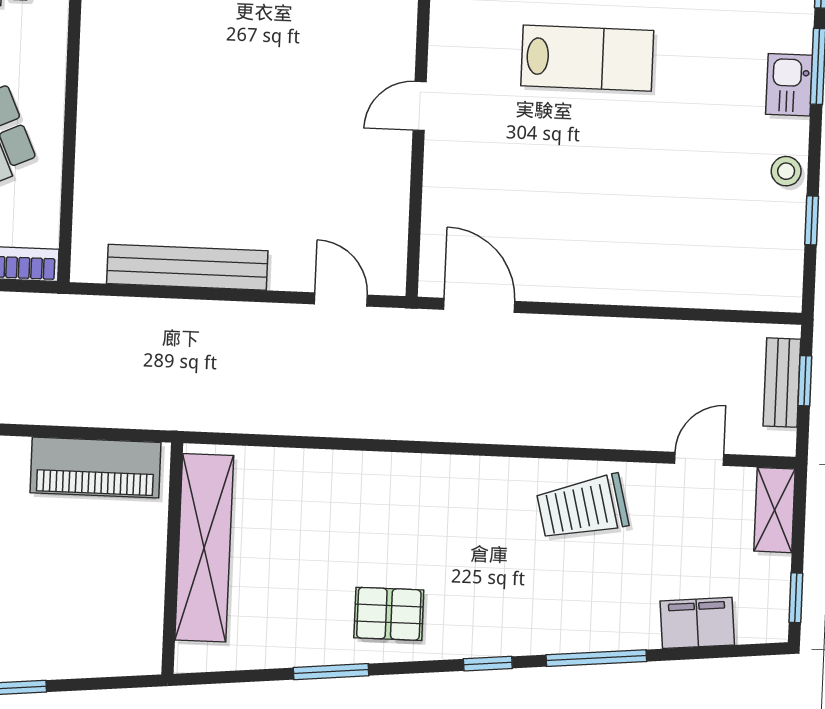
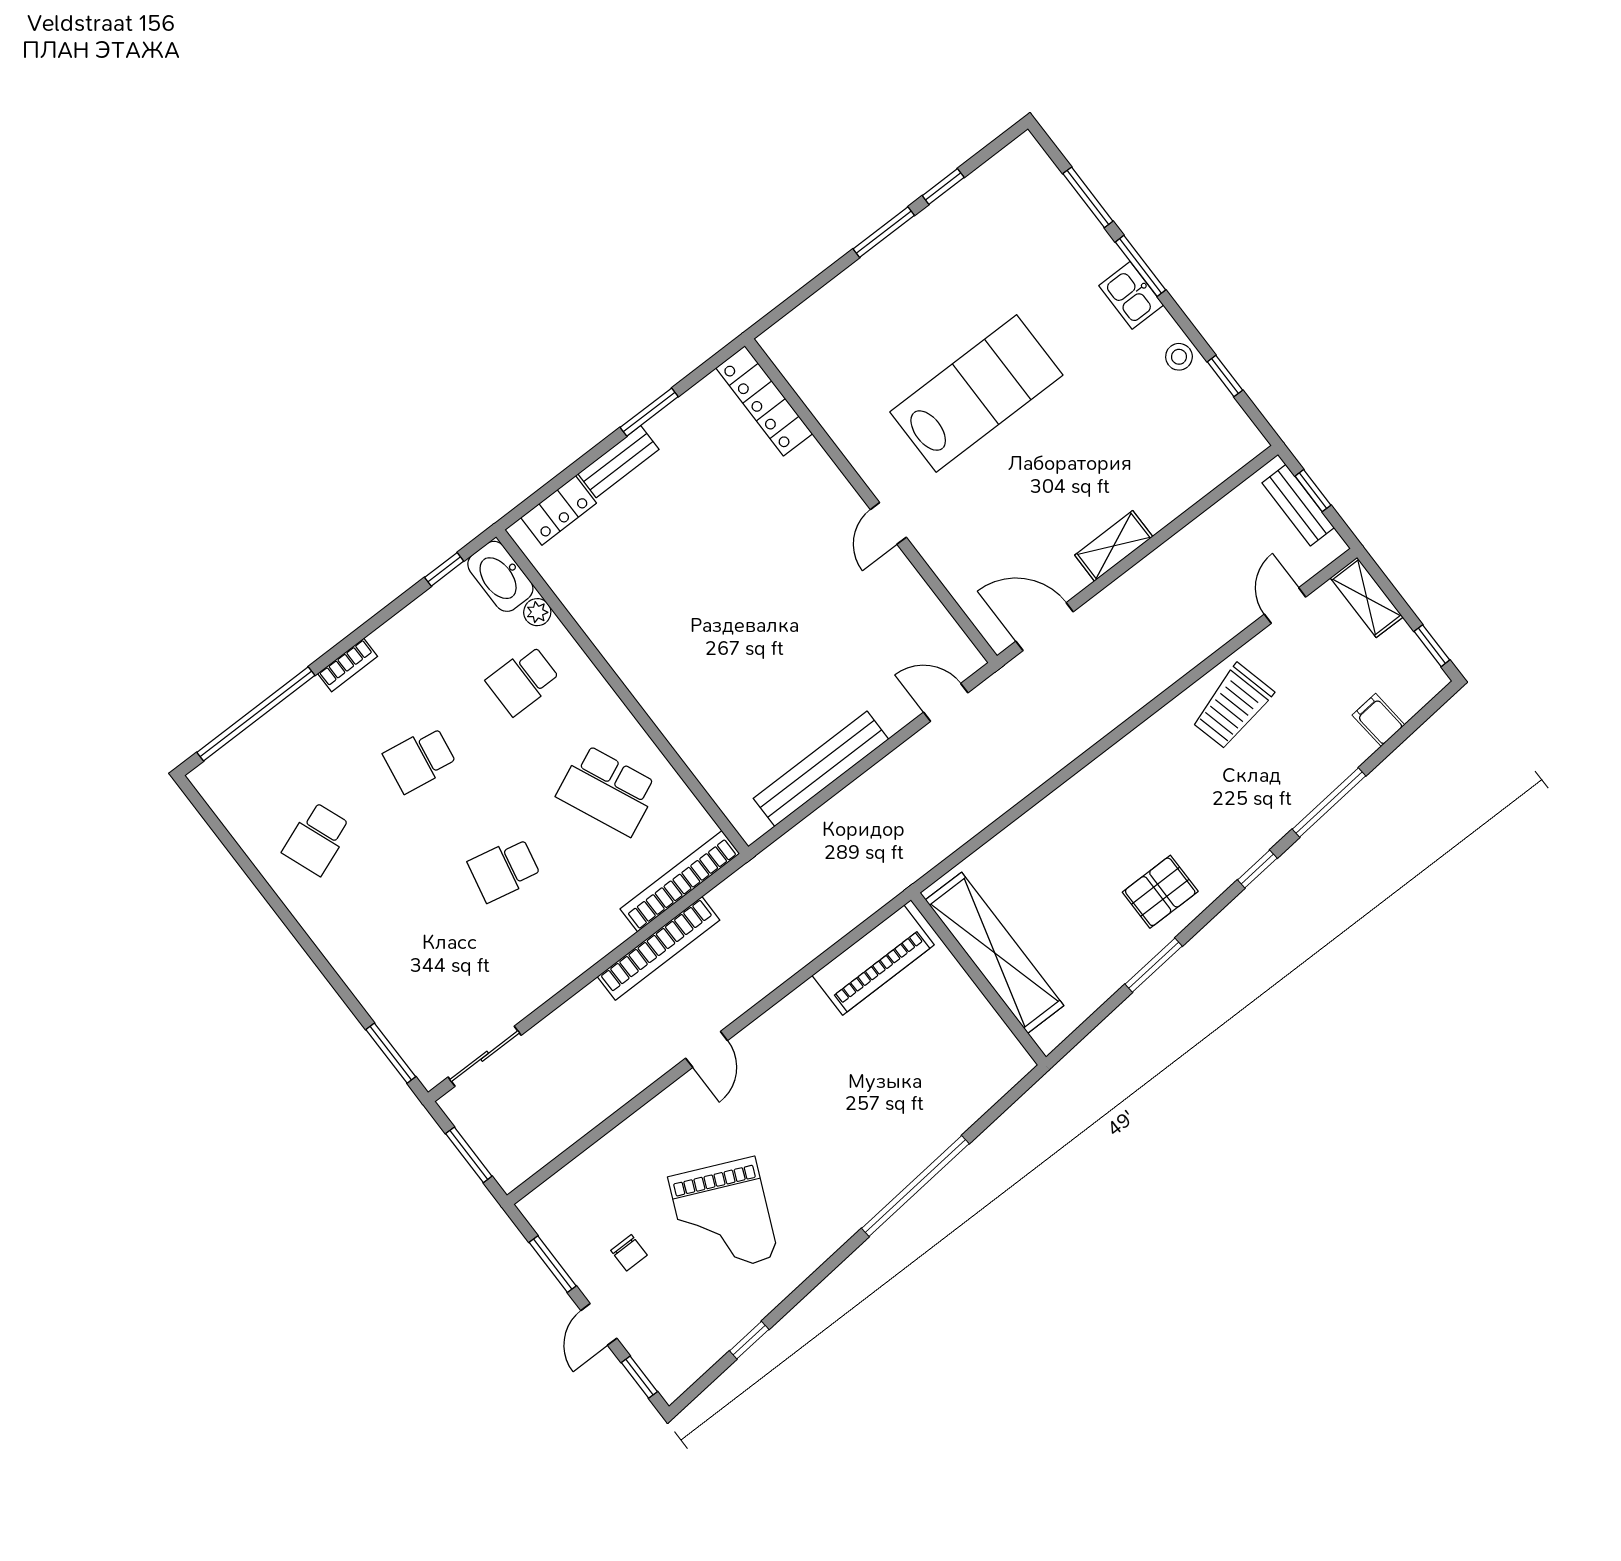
lab bench: (587, 58) -> (976, 393), width x1.36, depth x1.39
shelving: (596, 286) -> (1114, 546), added
filing cabinet: (697, 623) -> (1378, 720), width x0.50

